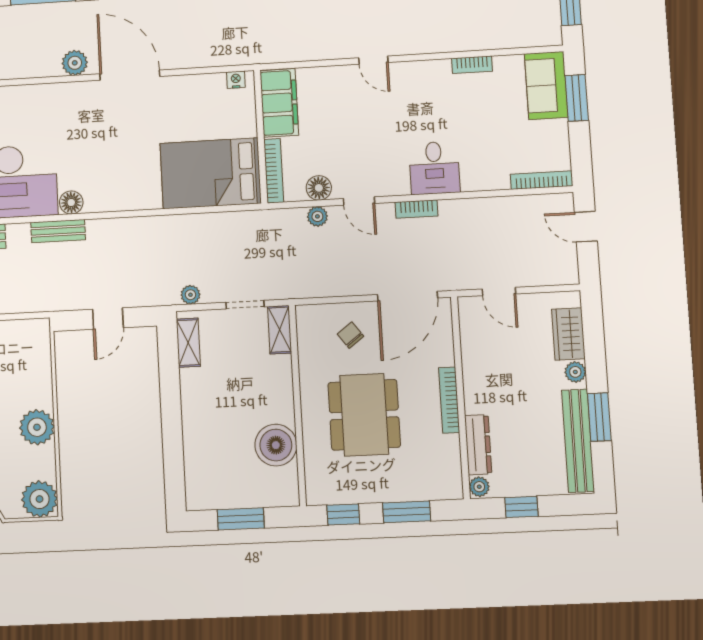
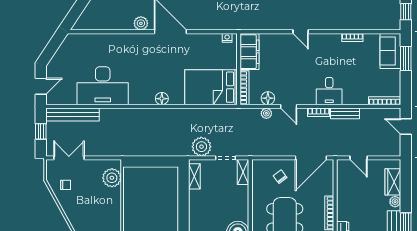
floor lamp: (71, 202) -> (162, 99), moved
bench: (58, 231) -> (345, 113), moved
plant: (190, 295) -> (201, 147), width x1.87, depth x1.87
door: (108, 318) -> (152, 161), removed
plant: (37, 427) -> (112, 178), moved

